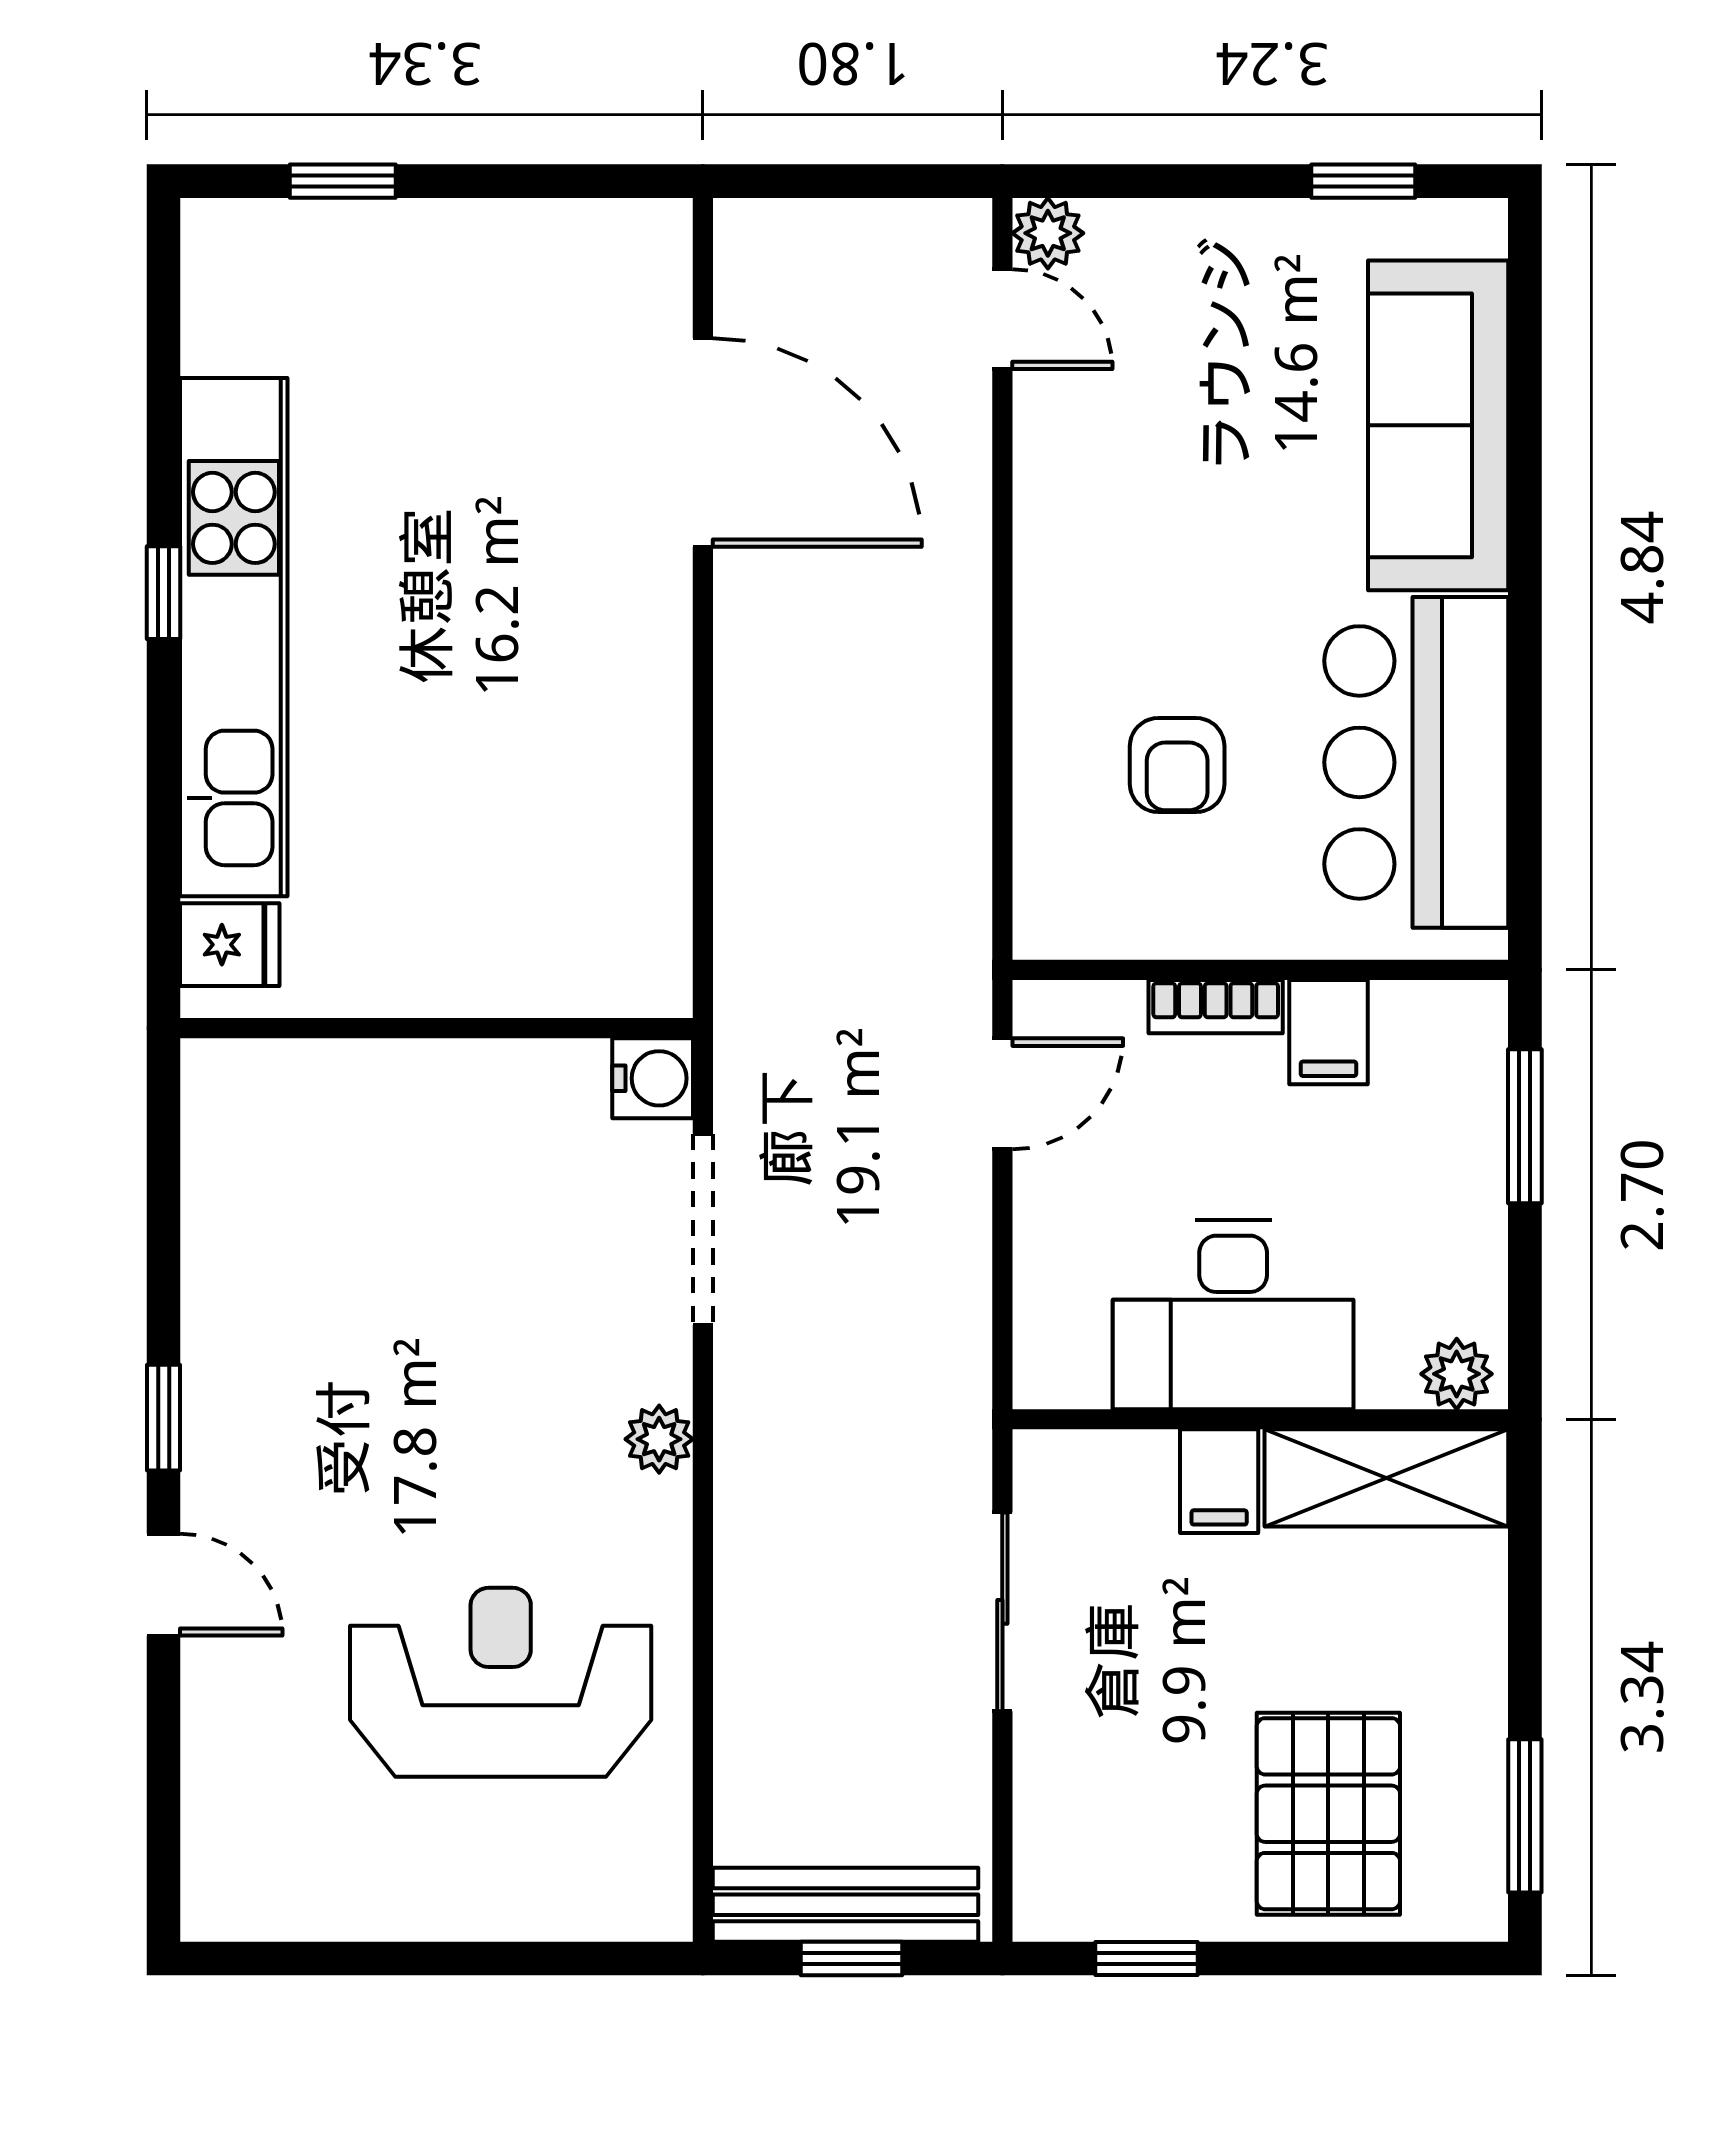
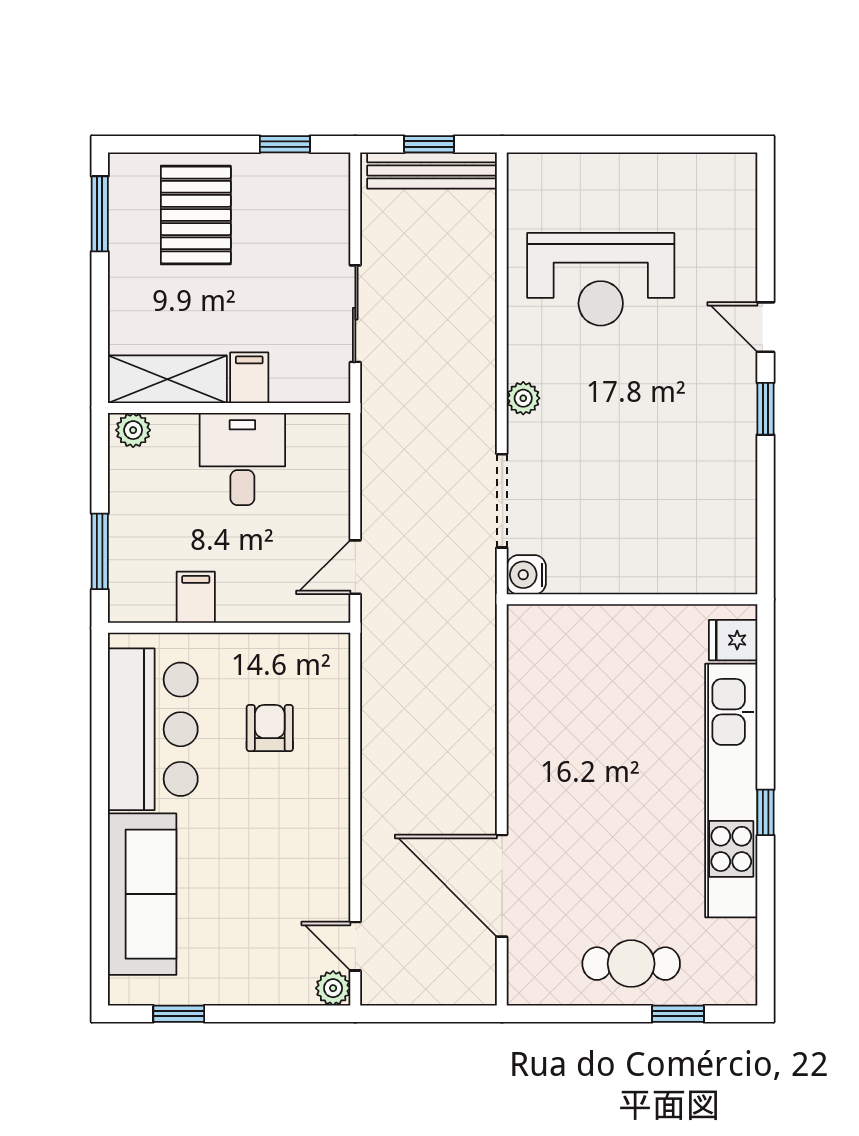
cafe table: (438, 283) -> (631, 964), added
bookcase: (1216, 1007) -> (251, 610), removed
desk: (1233, 1315) -> (242, 459), width x0.73

